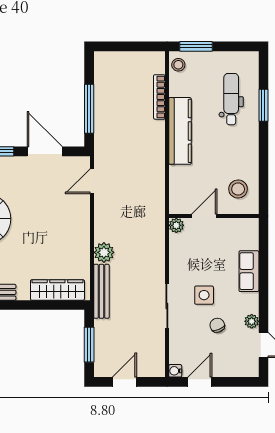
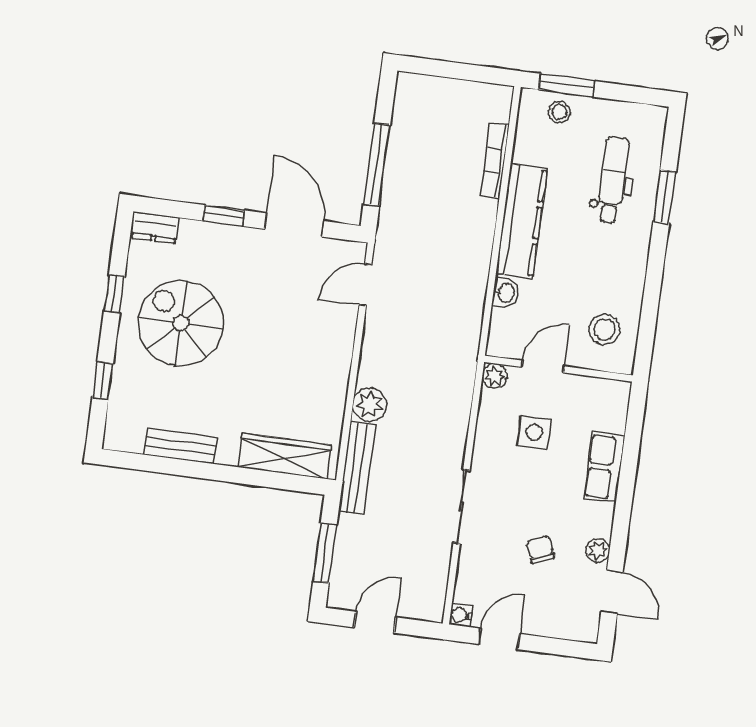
stool: (178, 65) -> (559, 112), moved
washbasin: (176, 175) -> (505, 293), added
side table: (204, 295) -> (534, 432), moved

